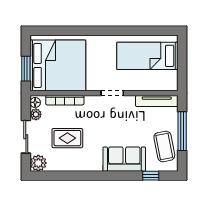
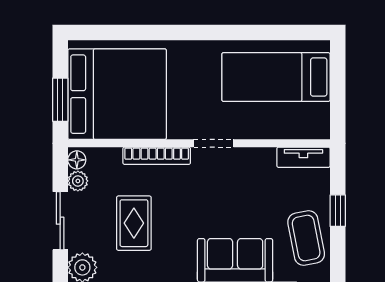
bookcase: (65, 100) -> (157, 156), moved
tv unit: (157, 101) -> (303, 157), width x0.71
window: (182, 131) -> (338, 211), width x0.46
rug: (67, 138) -> (134, 223), turned 90

